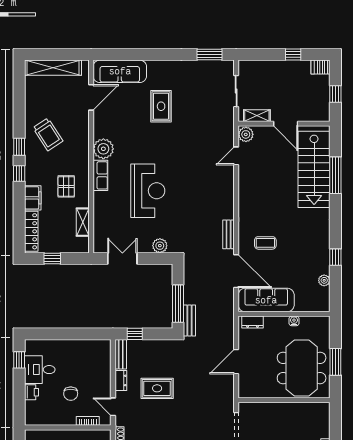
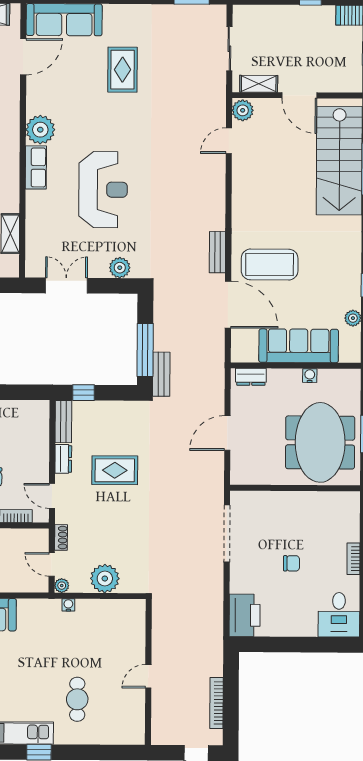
coffee table: (265, 243) -> (270, 265), width x1.86, depth x1.72
sofa: (266, 300) -> (299, 346), moved

